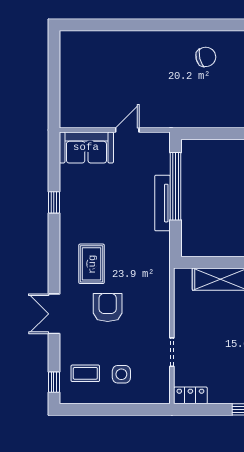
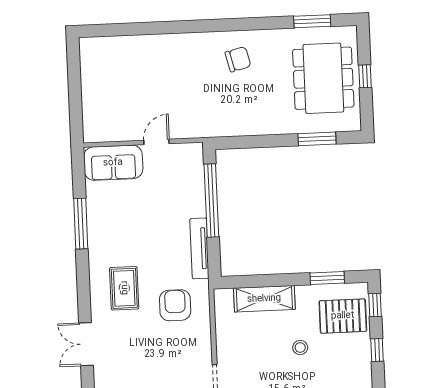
window: (54, 202) -> (81, 224), width x2.17
tv unit: (162, 203) -> (199, 248), moved
armchair: (108, 307) -> (175, 305), moved

